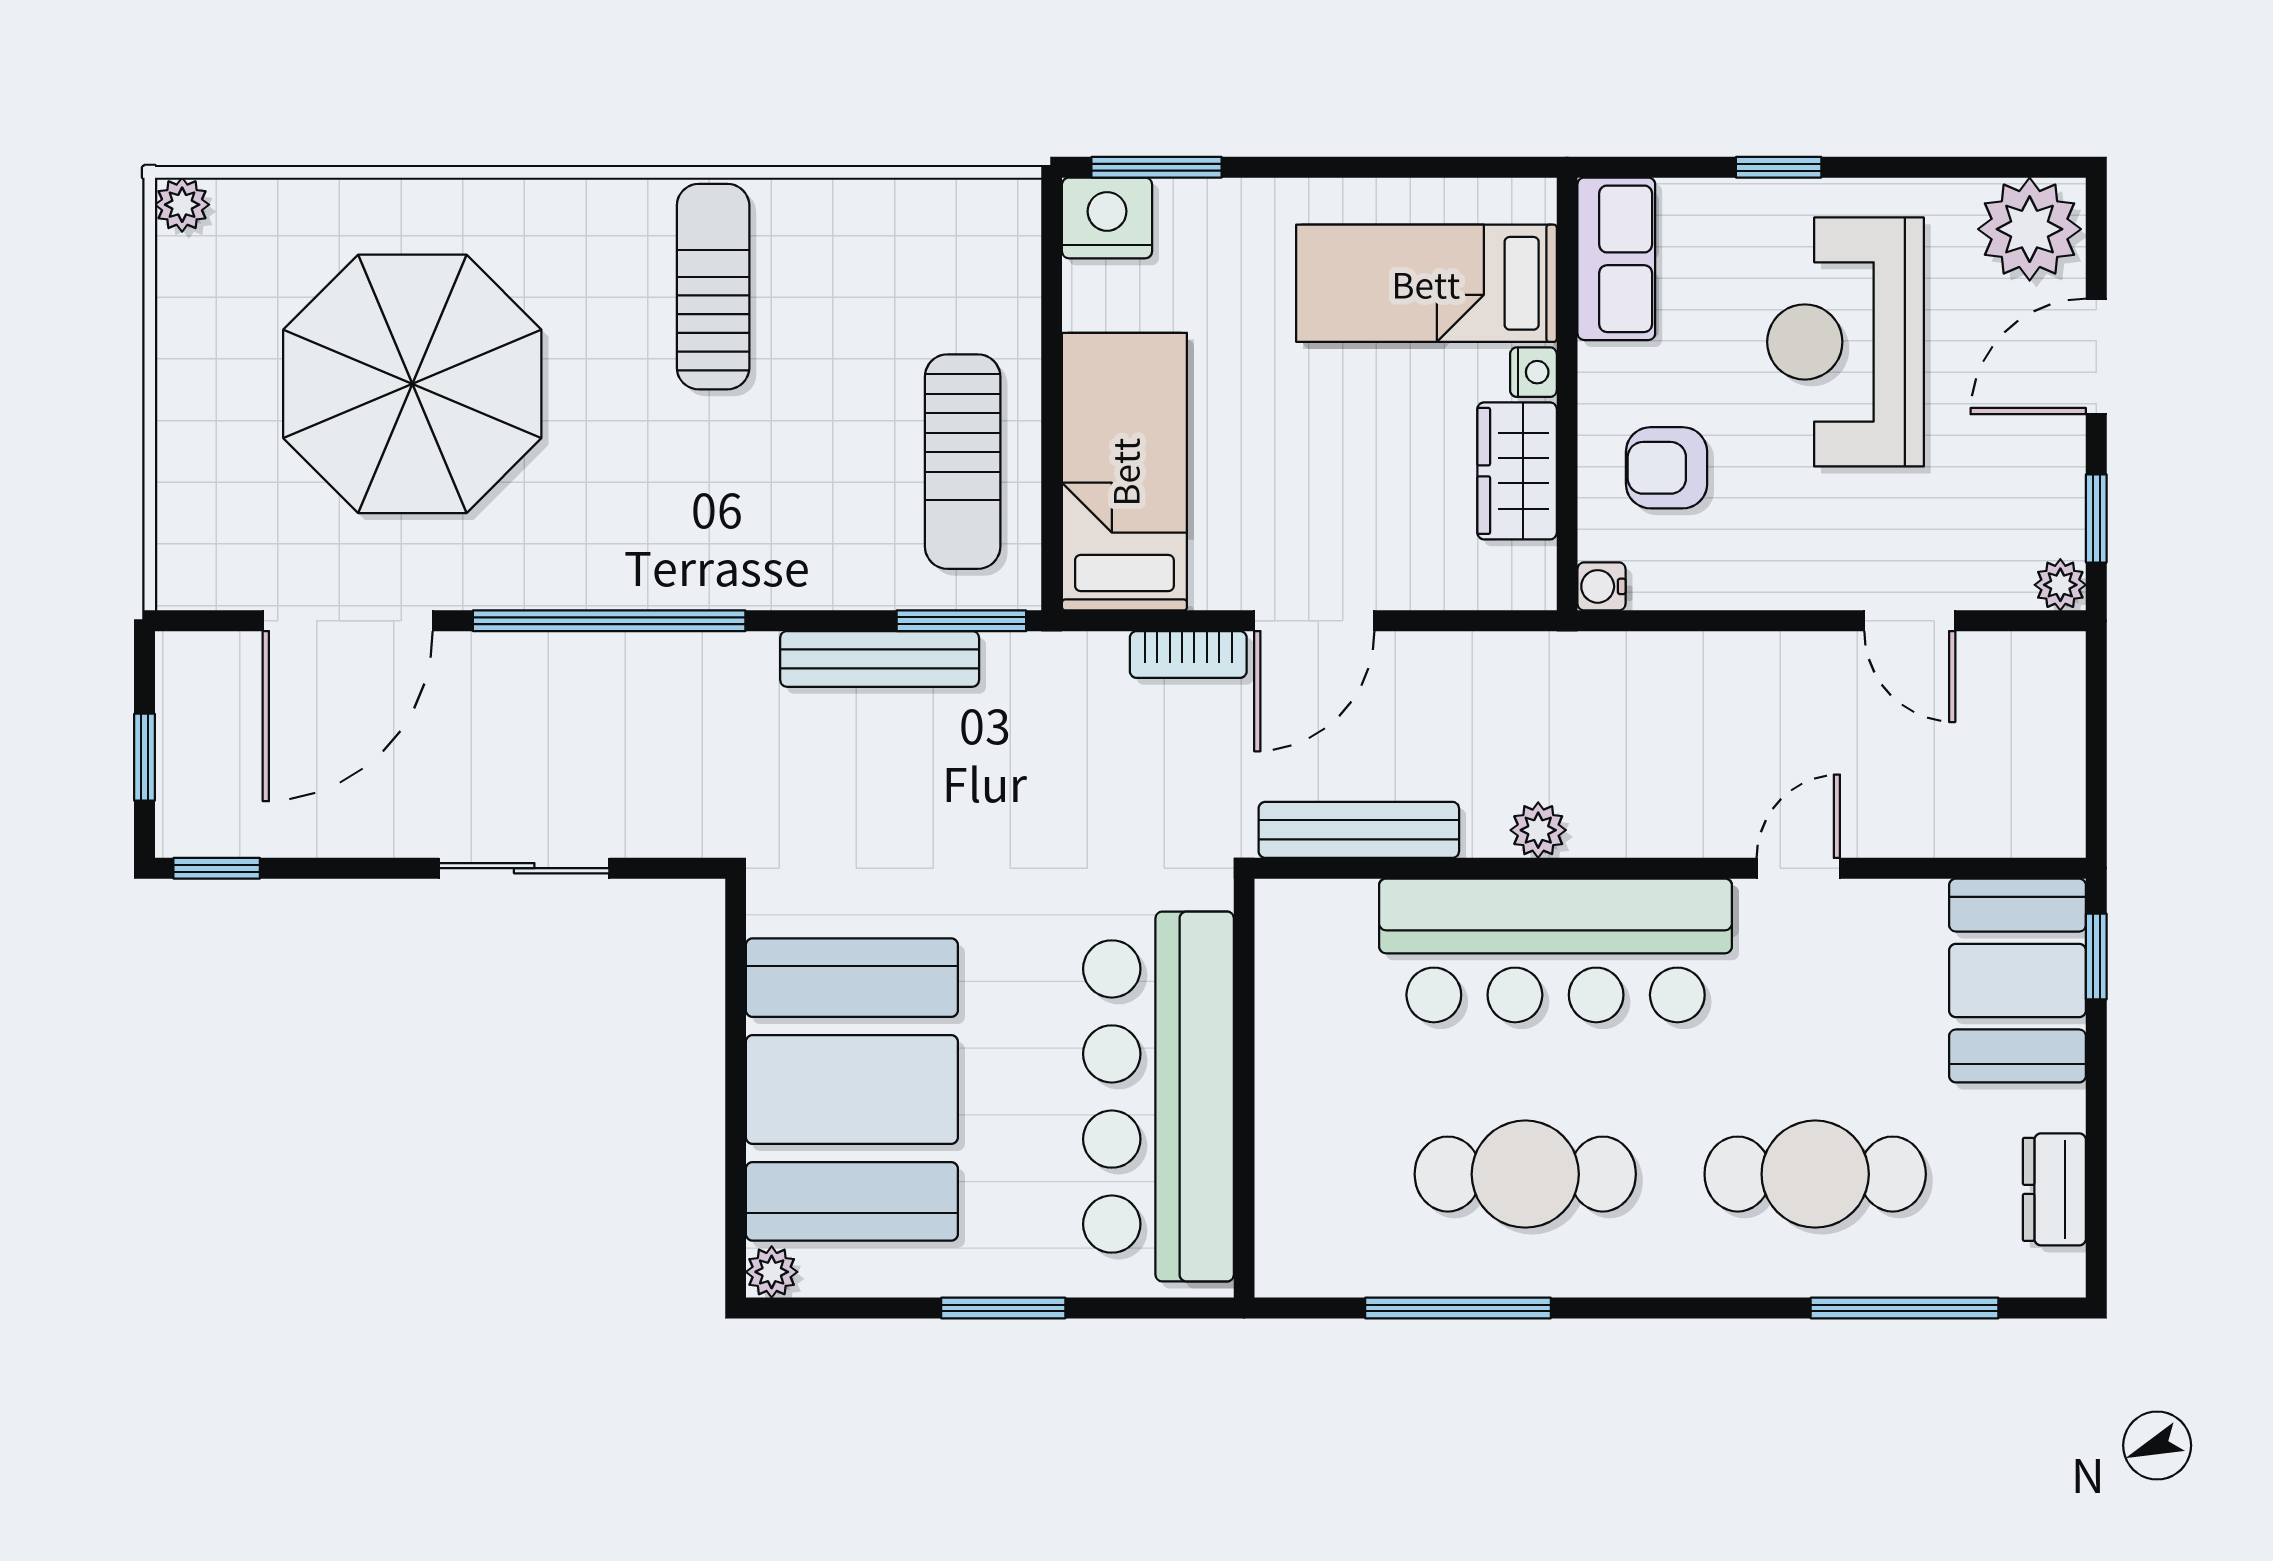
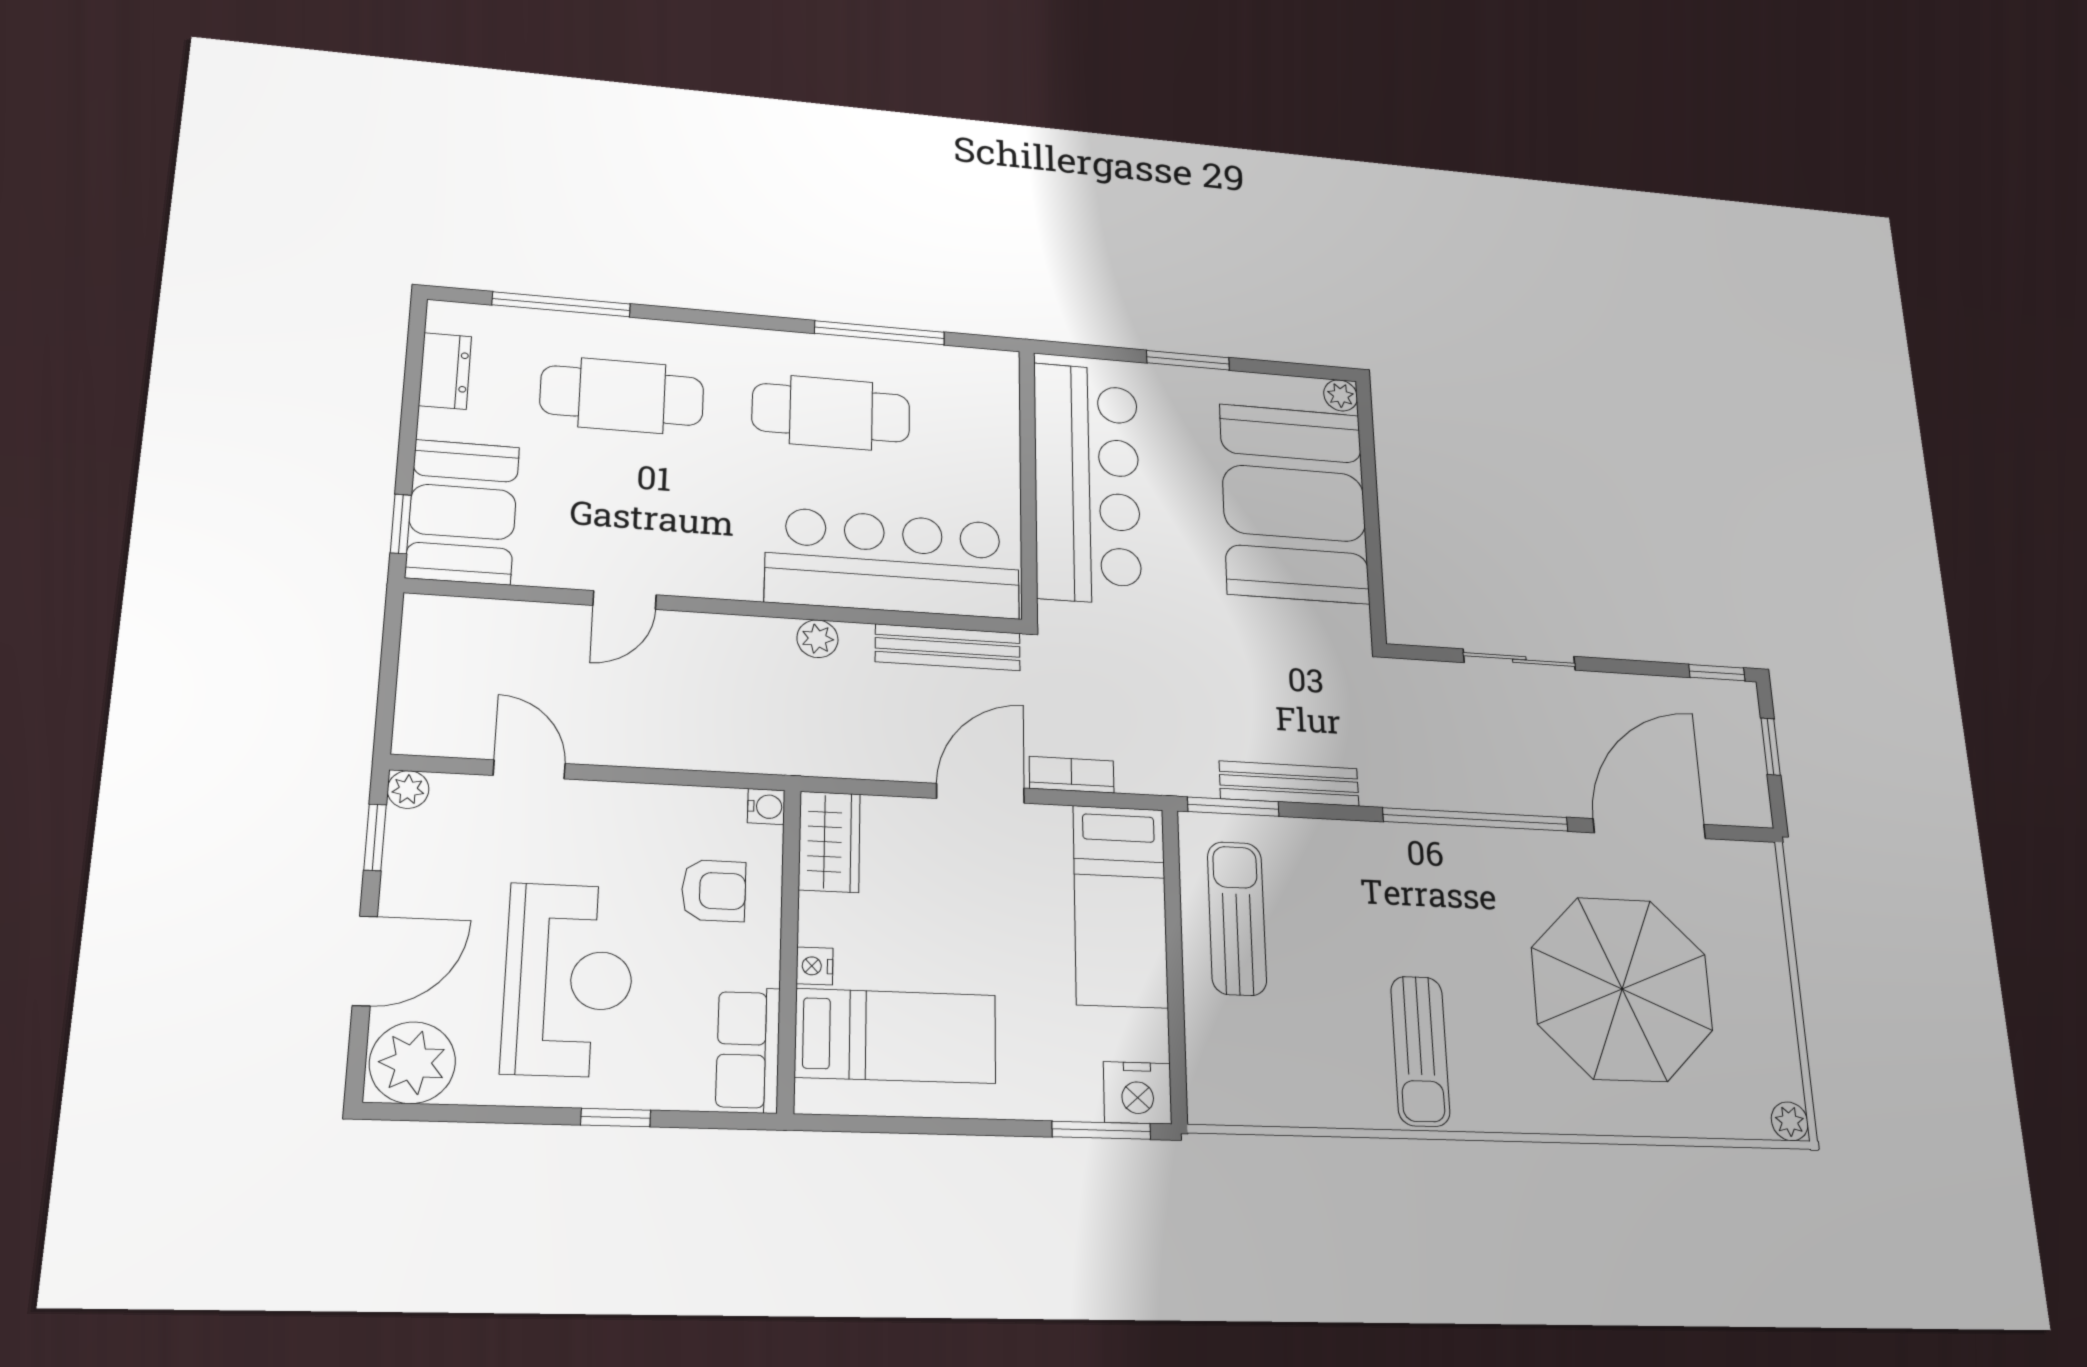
wardrobe: (1517, 471) -> (829, 842), moved
bar counter: (1556, 950) -> (893, 563), moved

